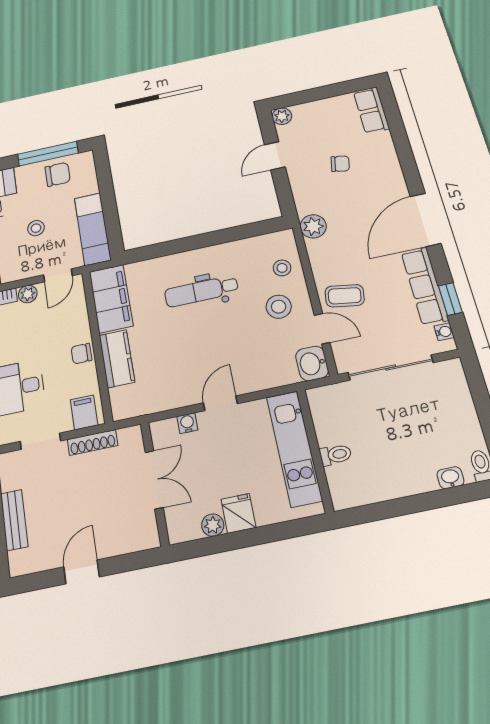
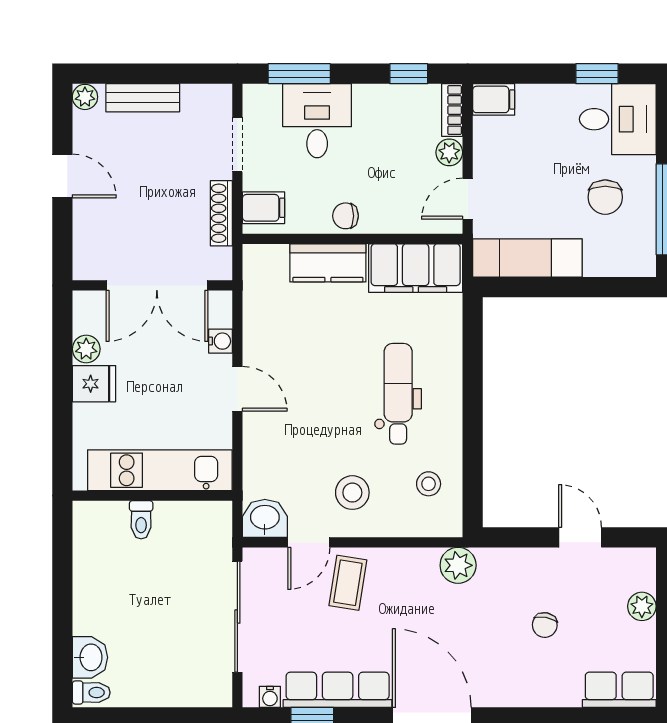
plant: (282, 116) -> (642, 606), moved
chair: (58, 174) -> (605, 197), moved
stool: (36, 228) -> (548, 176), removed
stool: (282, 268) -> (429, 484), moved
door: (58, 275) -> (468, 199), hinge flipped
chair: (81, 354) -> (346, 216), turned -90
washbasin: (450, 478) -> (90, 657), width x1.38, depth x1.45
double door: (154, 480) -> (157, 285), width x1.37
plant: (19, 566) -> (85, 97), added

